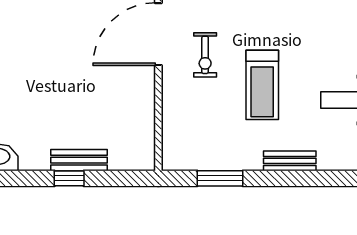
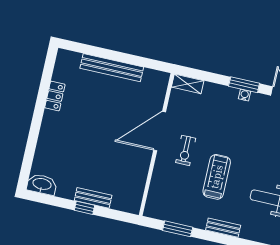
treadmill: (262, 85) -> (217, 177), turned 180

